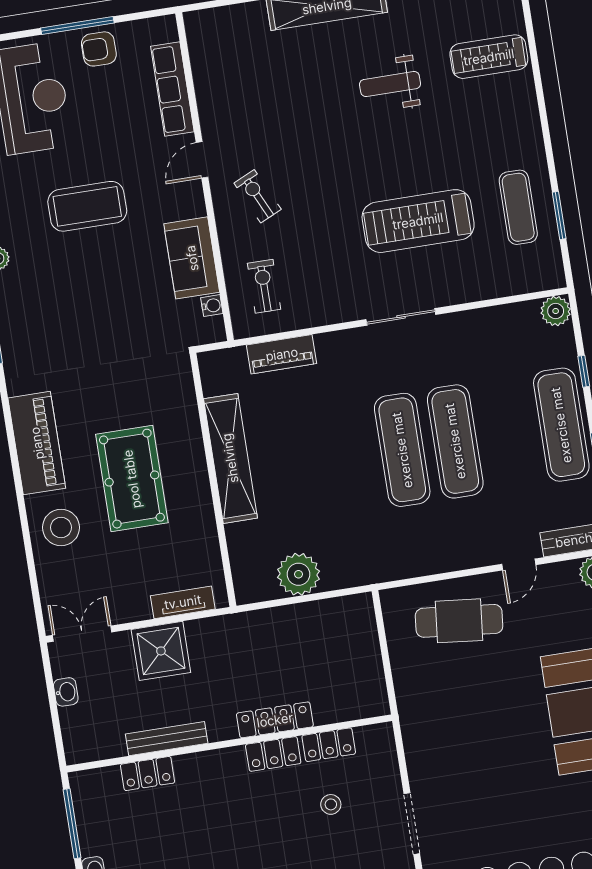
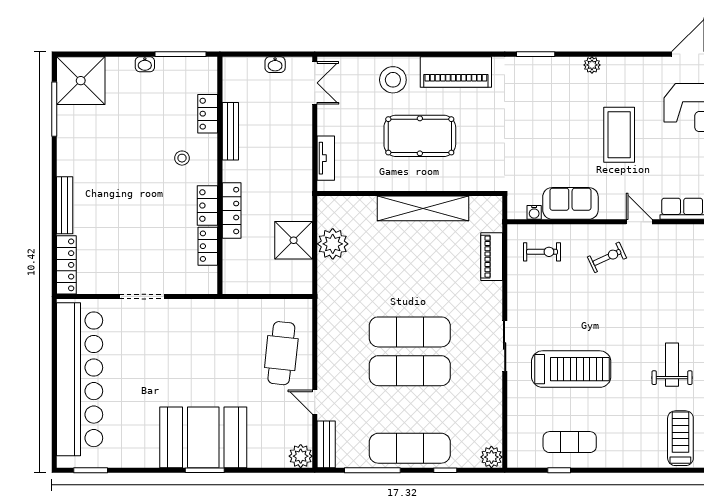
window: (559, 215) -> (559, 470), width x0.67
treadmill: (418, 221) -> (571, 369), turned 90
shower: (161, 651) -> (294, 240), moved
stool: (331, 804) -> (182, 158), moved

